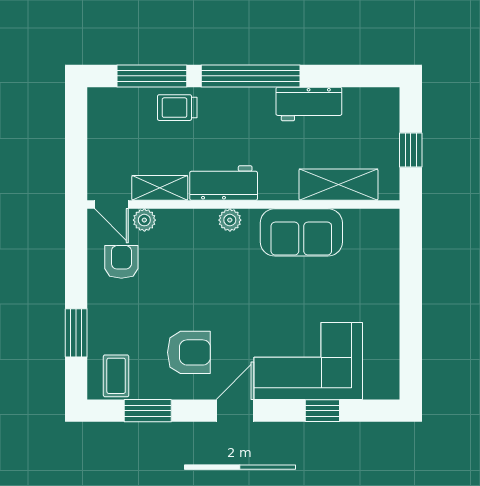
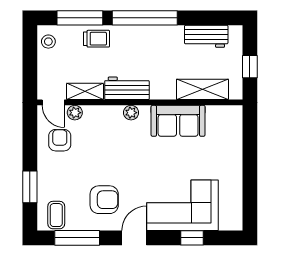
workbench: (309, 104) -> (206, 36), moved
trolley: (177, 108) -> (96, 39), turned 180
stool: (104, 112) -> (48, 42), added
window: (148, 411) -> (77, 238), width x1.44

